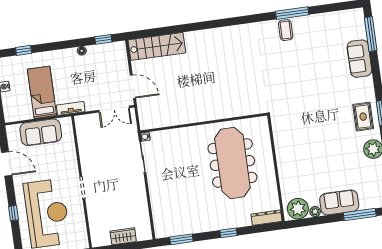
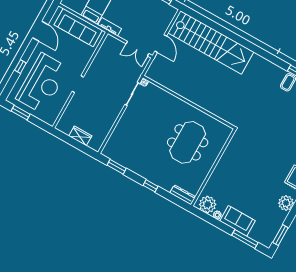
stairs: (157, 46) -> (211, 42), width x1.86, depth x1.51
sofa: (41, 132) -> (78, 28), width x1.36
meeting table: (232, 163) -> (188, 142), width x0.73

